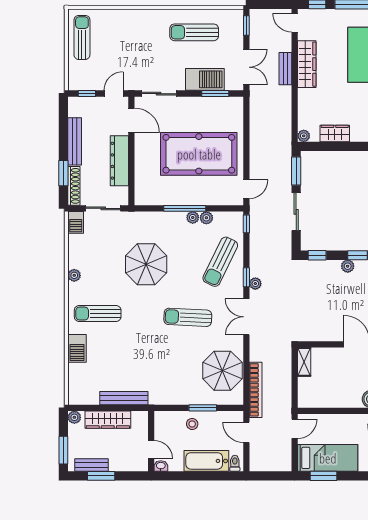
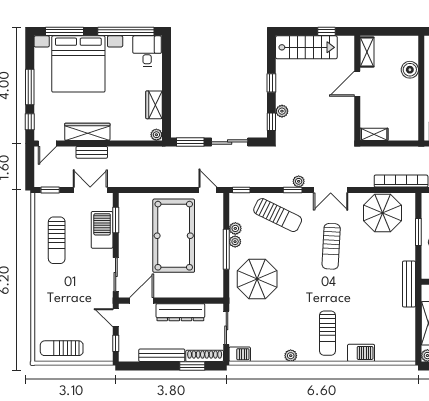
parasol: (146, 264) -> (257, 279), moved
plant: (348, 266) -> (282, 111), moved
bench: (124, 398) -> (409, 284), moved

